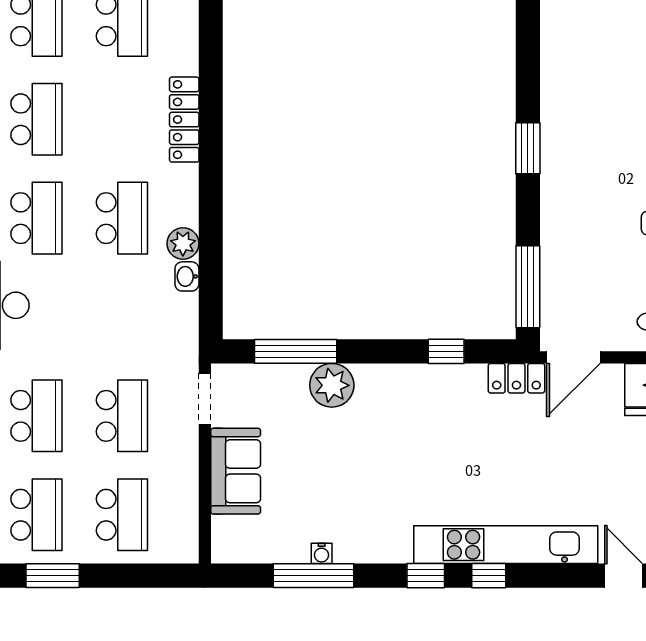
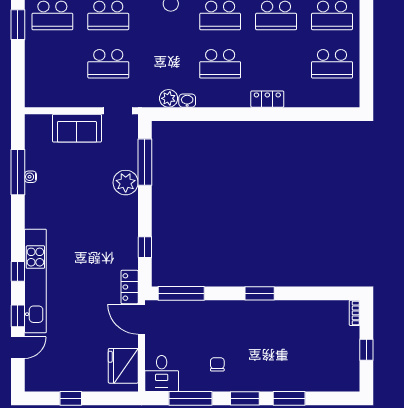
locker: (184, 120) -> (267, 99), width x0.66
plant: (183, 244) -> (169, 98), moved
school desk: (122, 515) -> (52, 64), removed
window: (426, 576) -> (18, 316), moved

